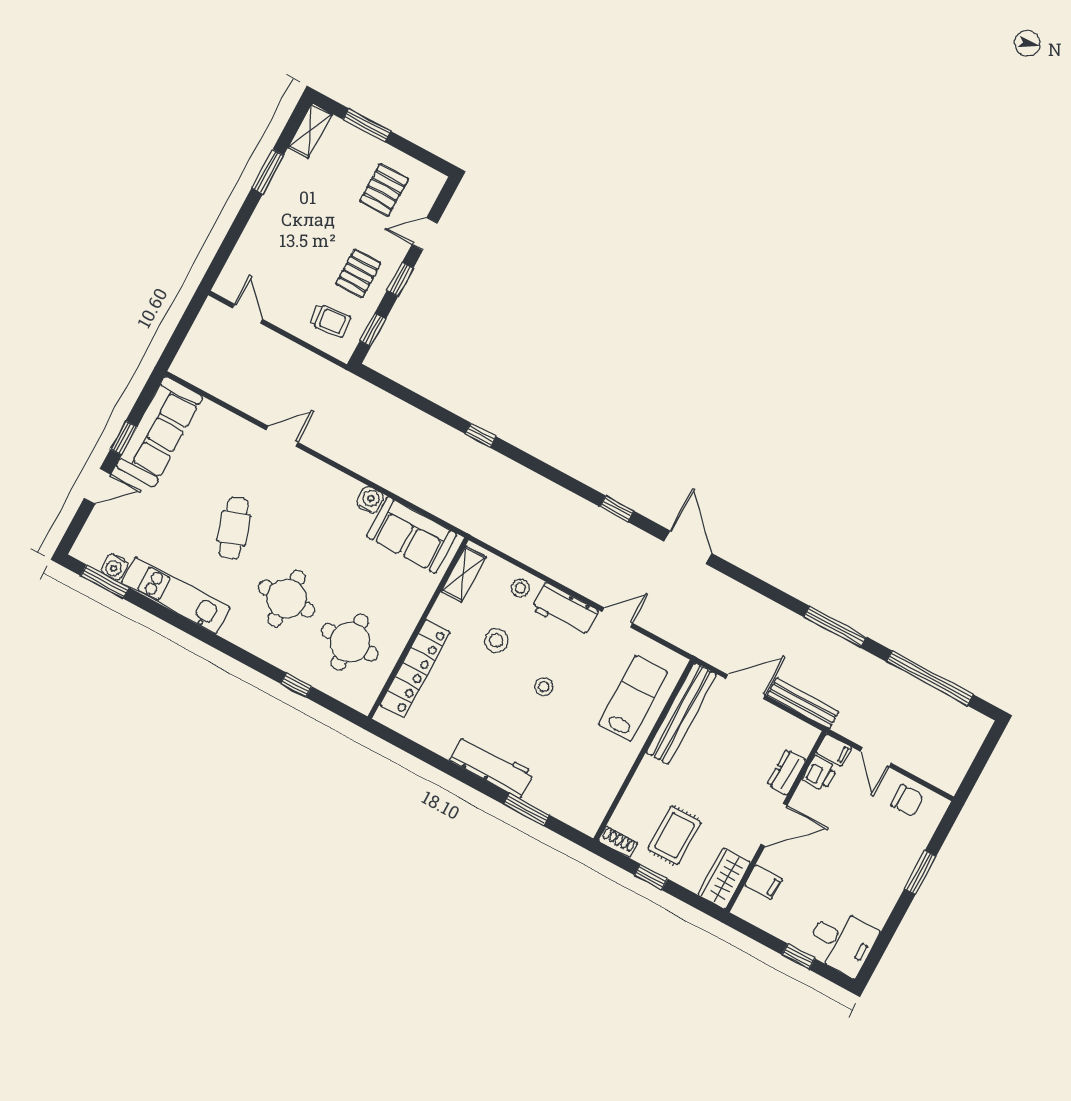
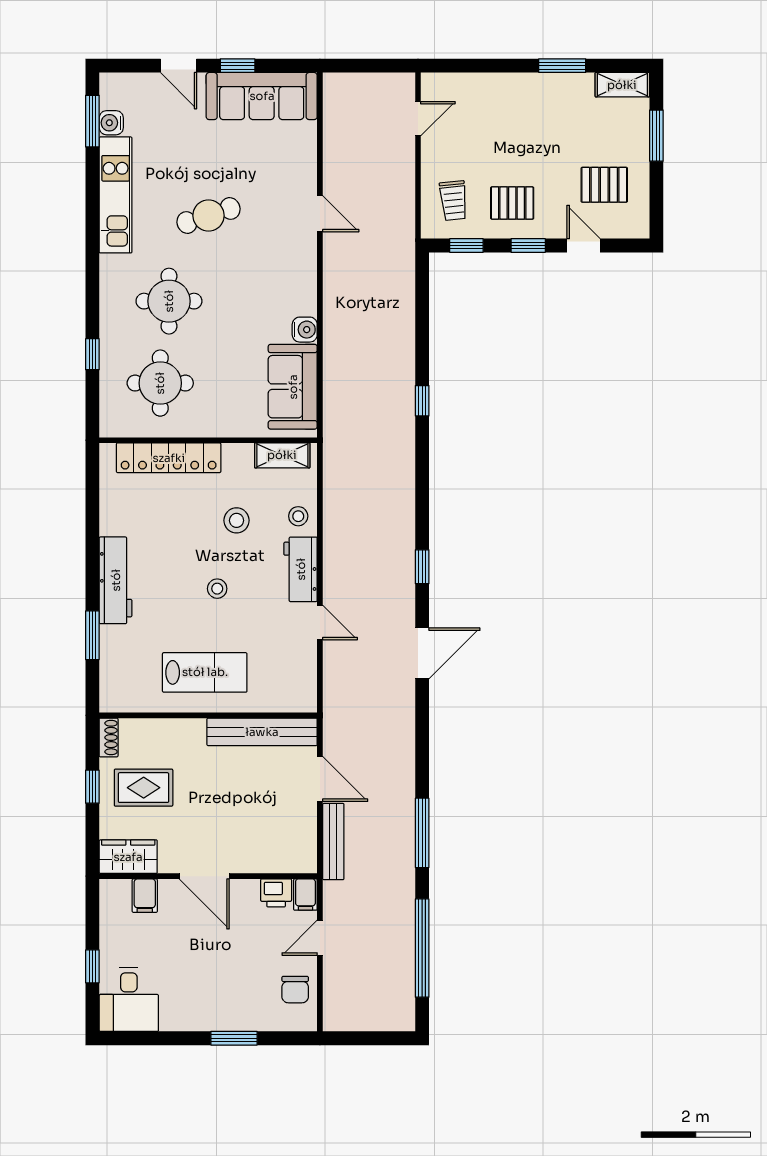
lab bench: (633, 698) -> (205, 672), moved
dresser: (787, 772) -> (260, 861), removed

